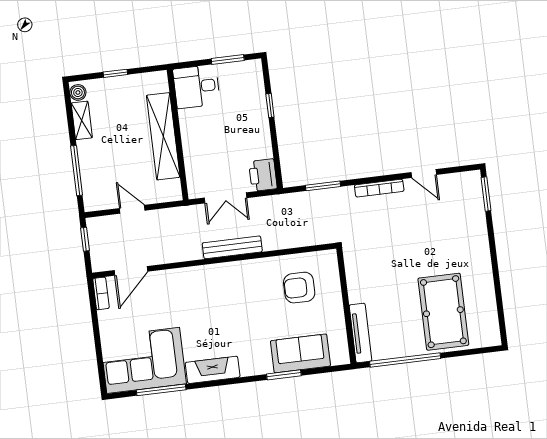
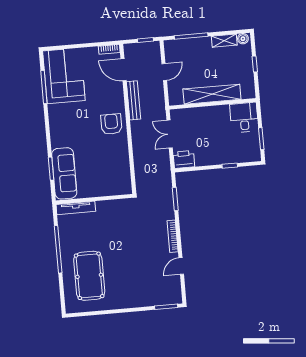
bench: (232, 247) -> (133, 100), moved
armchair: (299, 288) -> (111, 124), moved
wall: (346, 306) -> (94, 199), moved
pool table: (443, 312) -> (89, 276), turned 90
tv unit: (361, 333) -> (76, 208), moved
sofa: (300, 353) -> (64, 173), width x1.36
fireplace: (213, 370) -> (56, 122), removed

